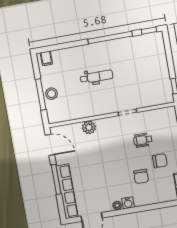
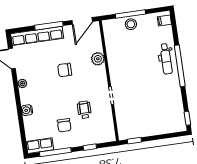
window: (110, 38) -> (180, 66), moved
dental chair: (97, 77) -> (166, 59), moved
chair: (141, 176) -> (65, 70), moved
water cooler: (128, 203) -> (27, 110), moved

